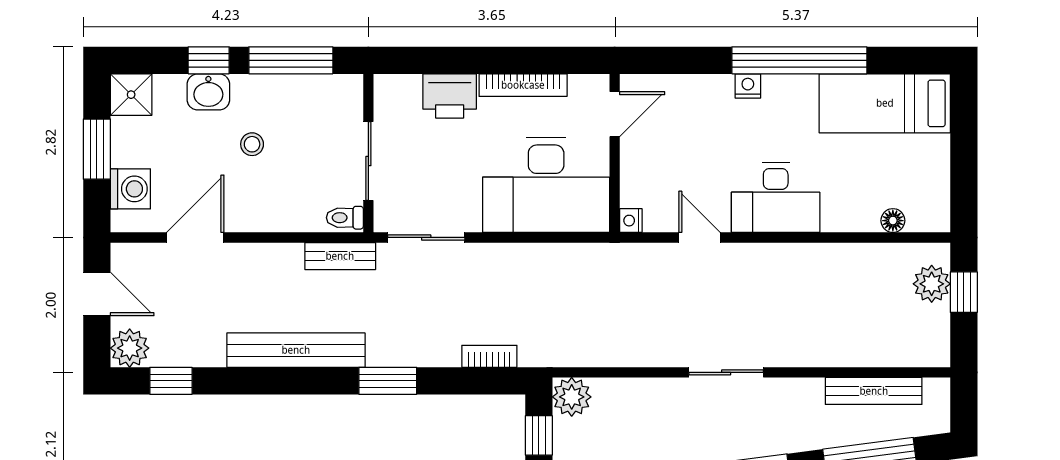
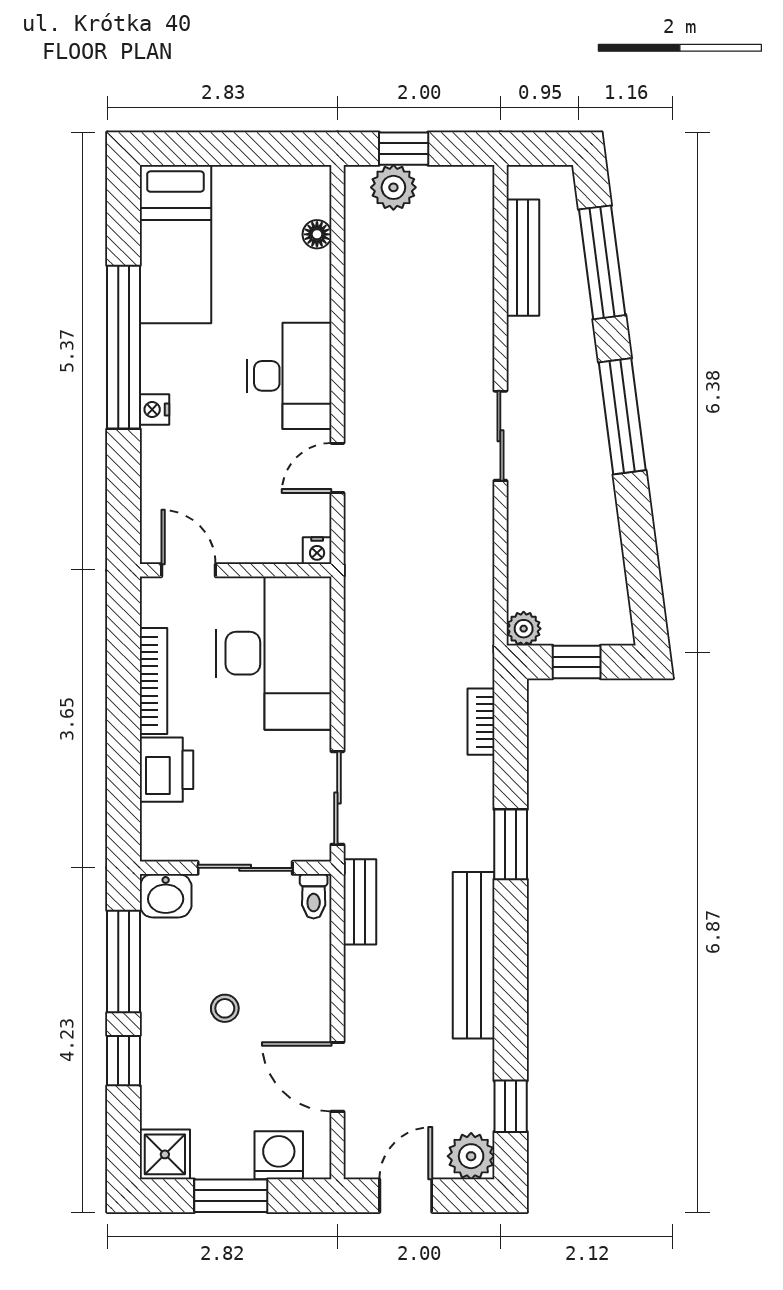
washbasin: (208, 92) -> (166, 896), moved, turned 90
plant: (572, 397) -> (524, 629), width x0.73, depth x0.73

